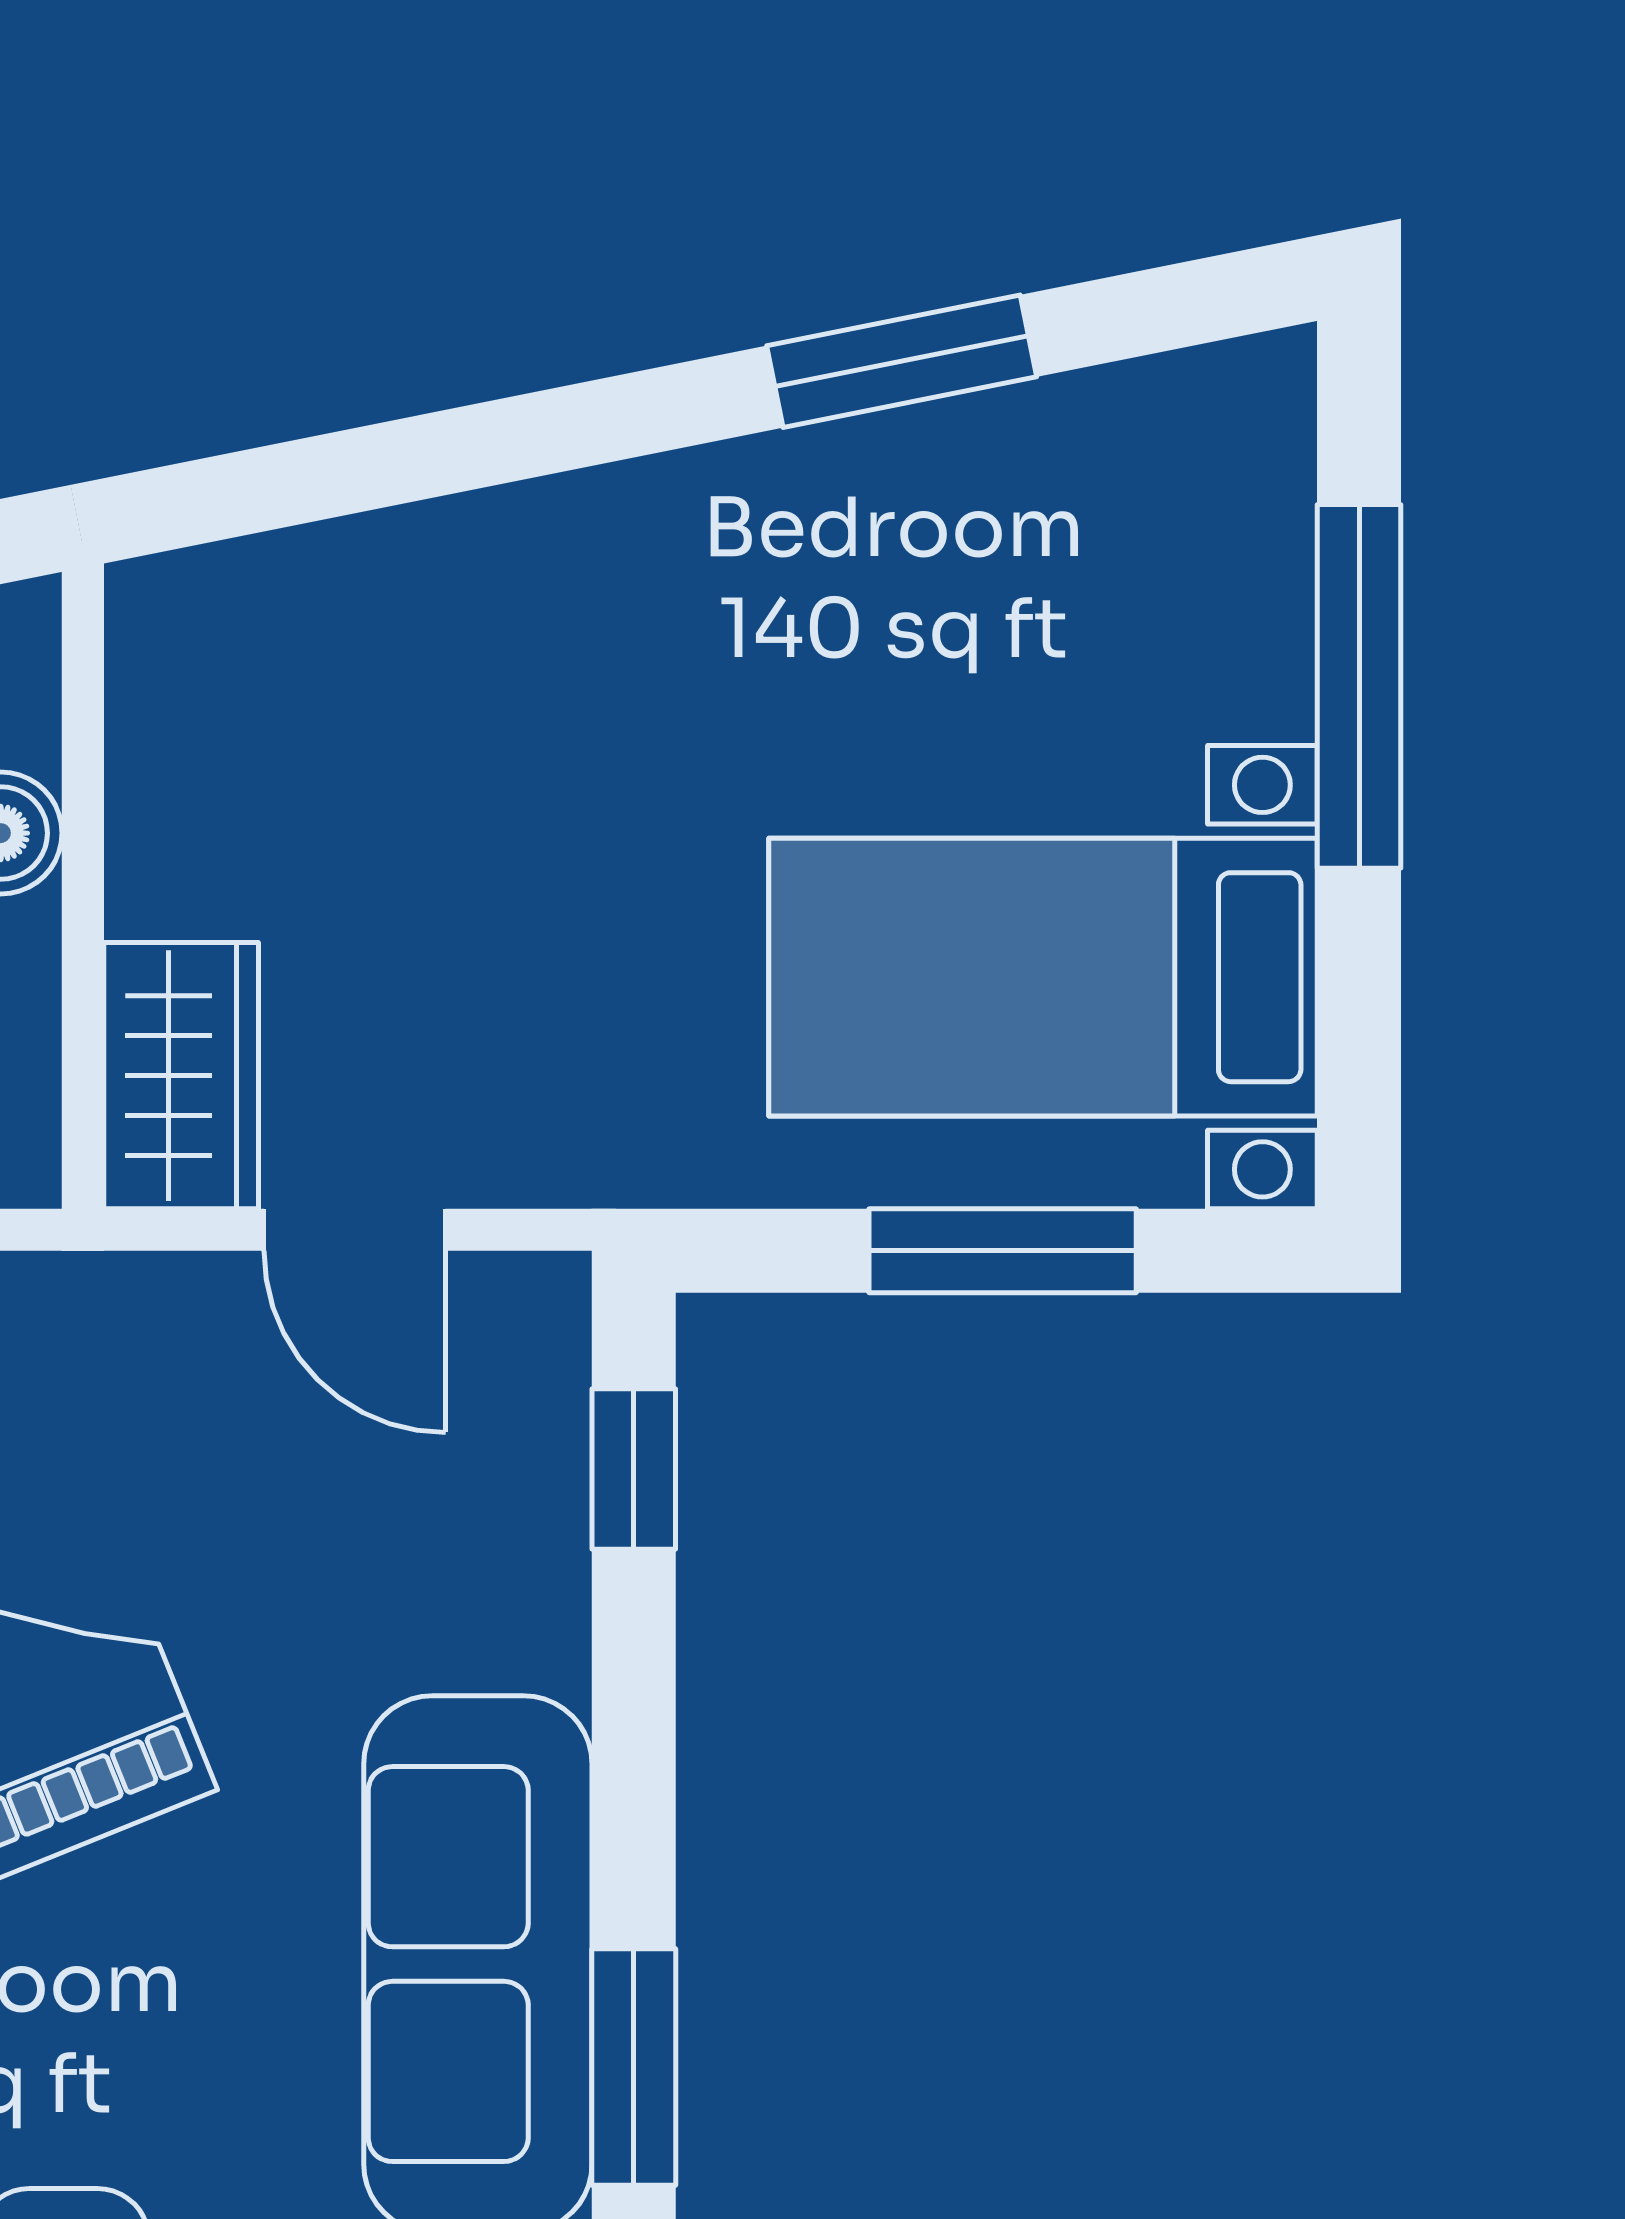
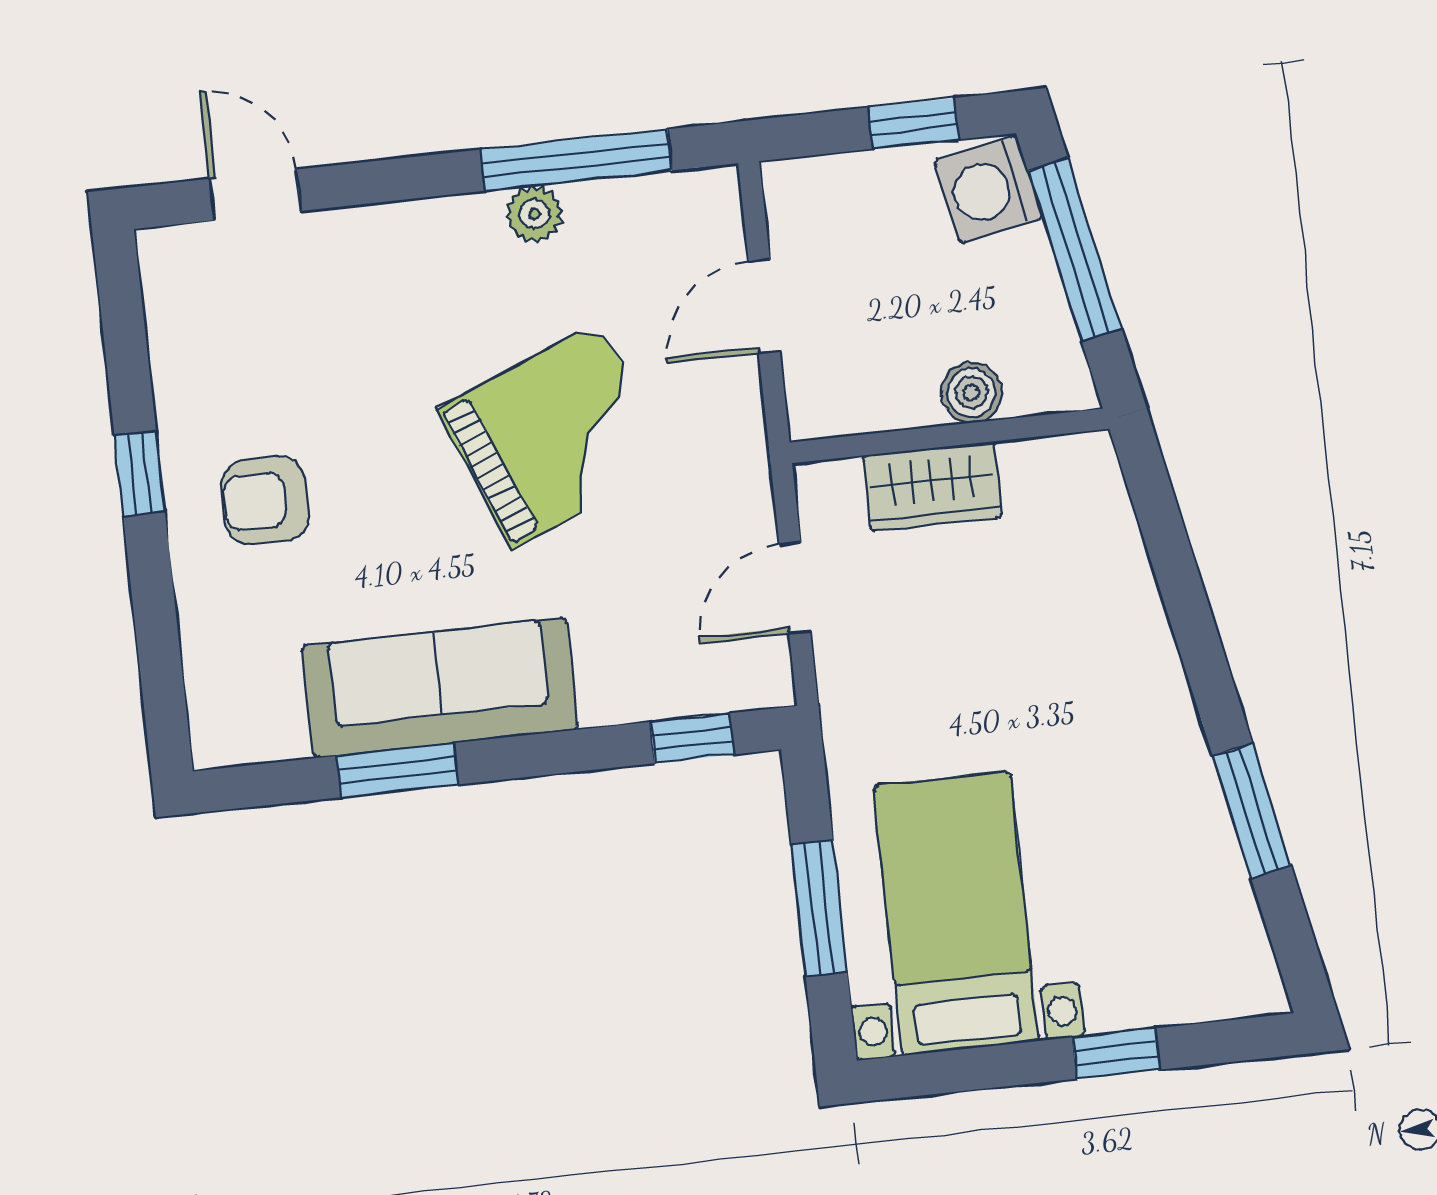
window: (1359, 686) -> (1116, 1053), width x0.46
wardrobe: (181, 1076) -> (932, 486), moved

